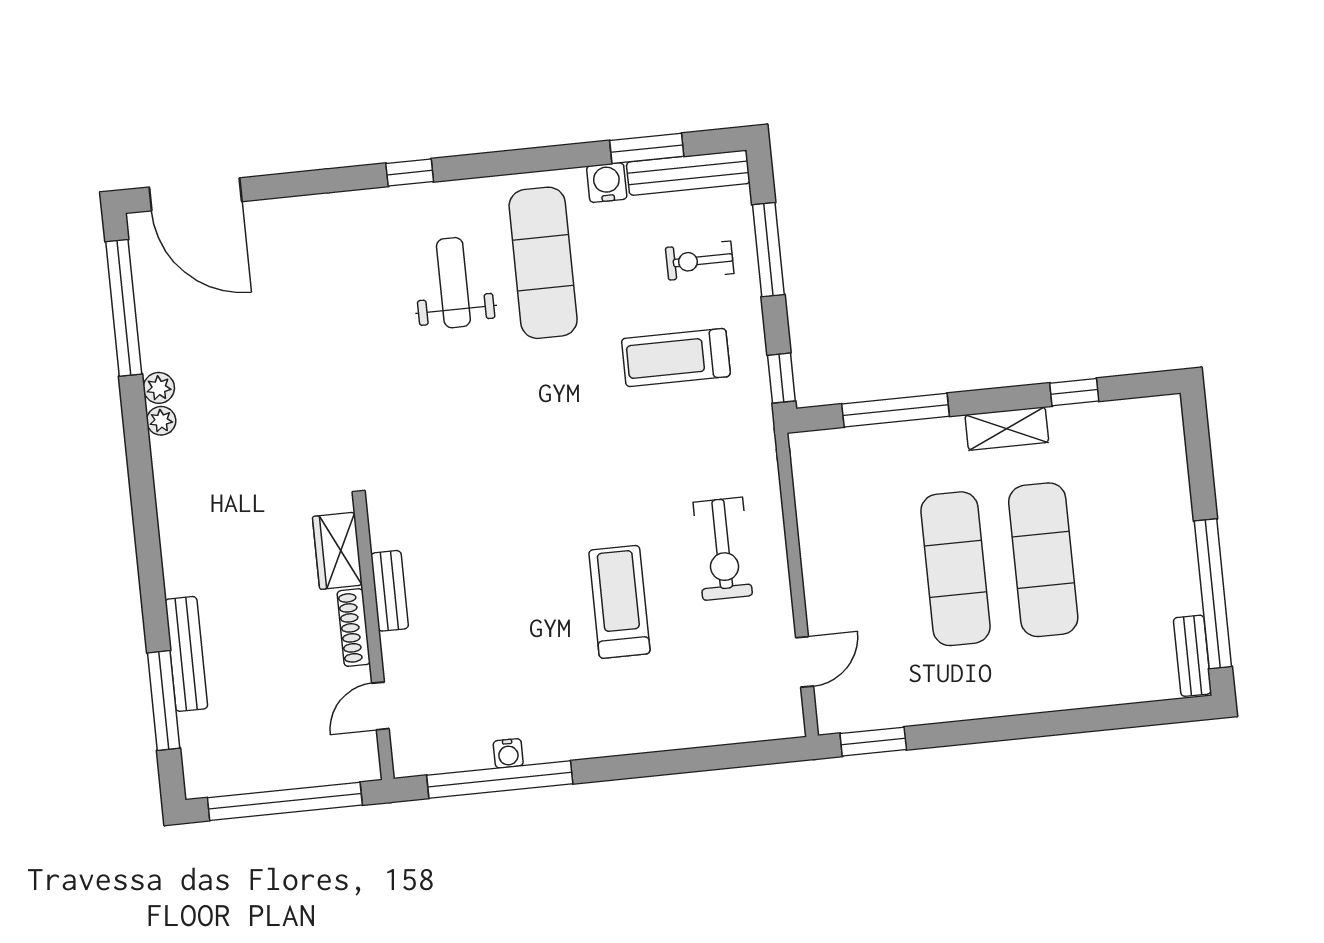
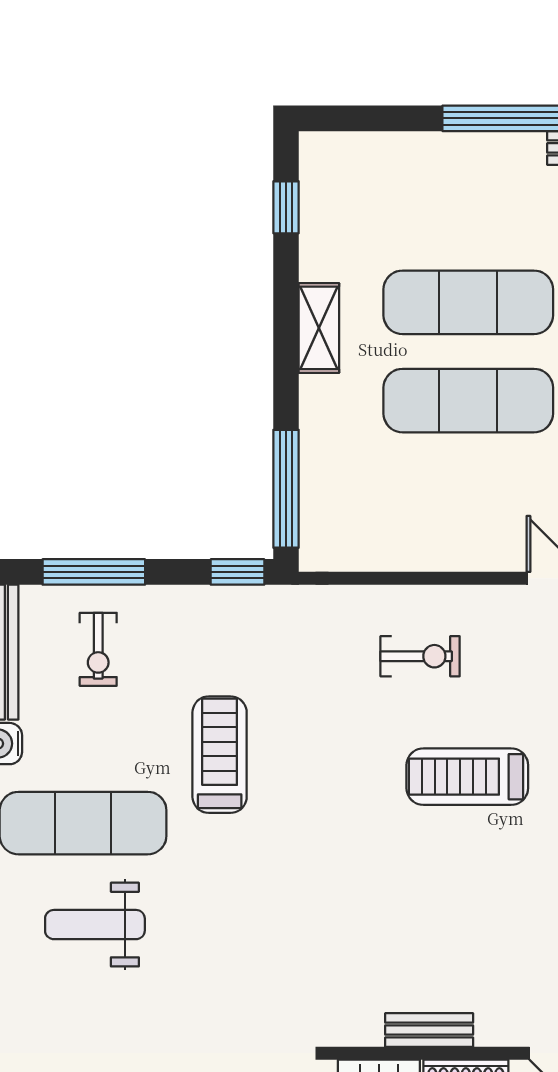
treadmill: (676, 358) -> (220, 755), moved, turned 180
window: (1074, 392) -> (286, 207), moved
window: (896, 410) -> (286, 489), moved
exercise bike: (723, 549) -> (420, 656), width x0.73, depth x0.72

